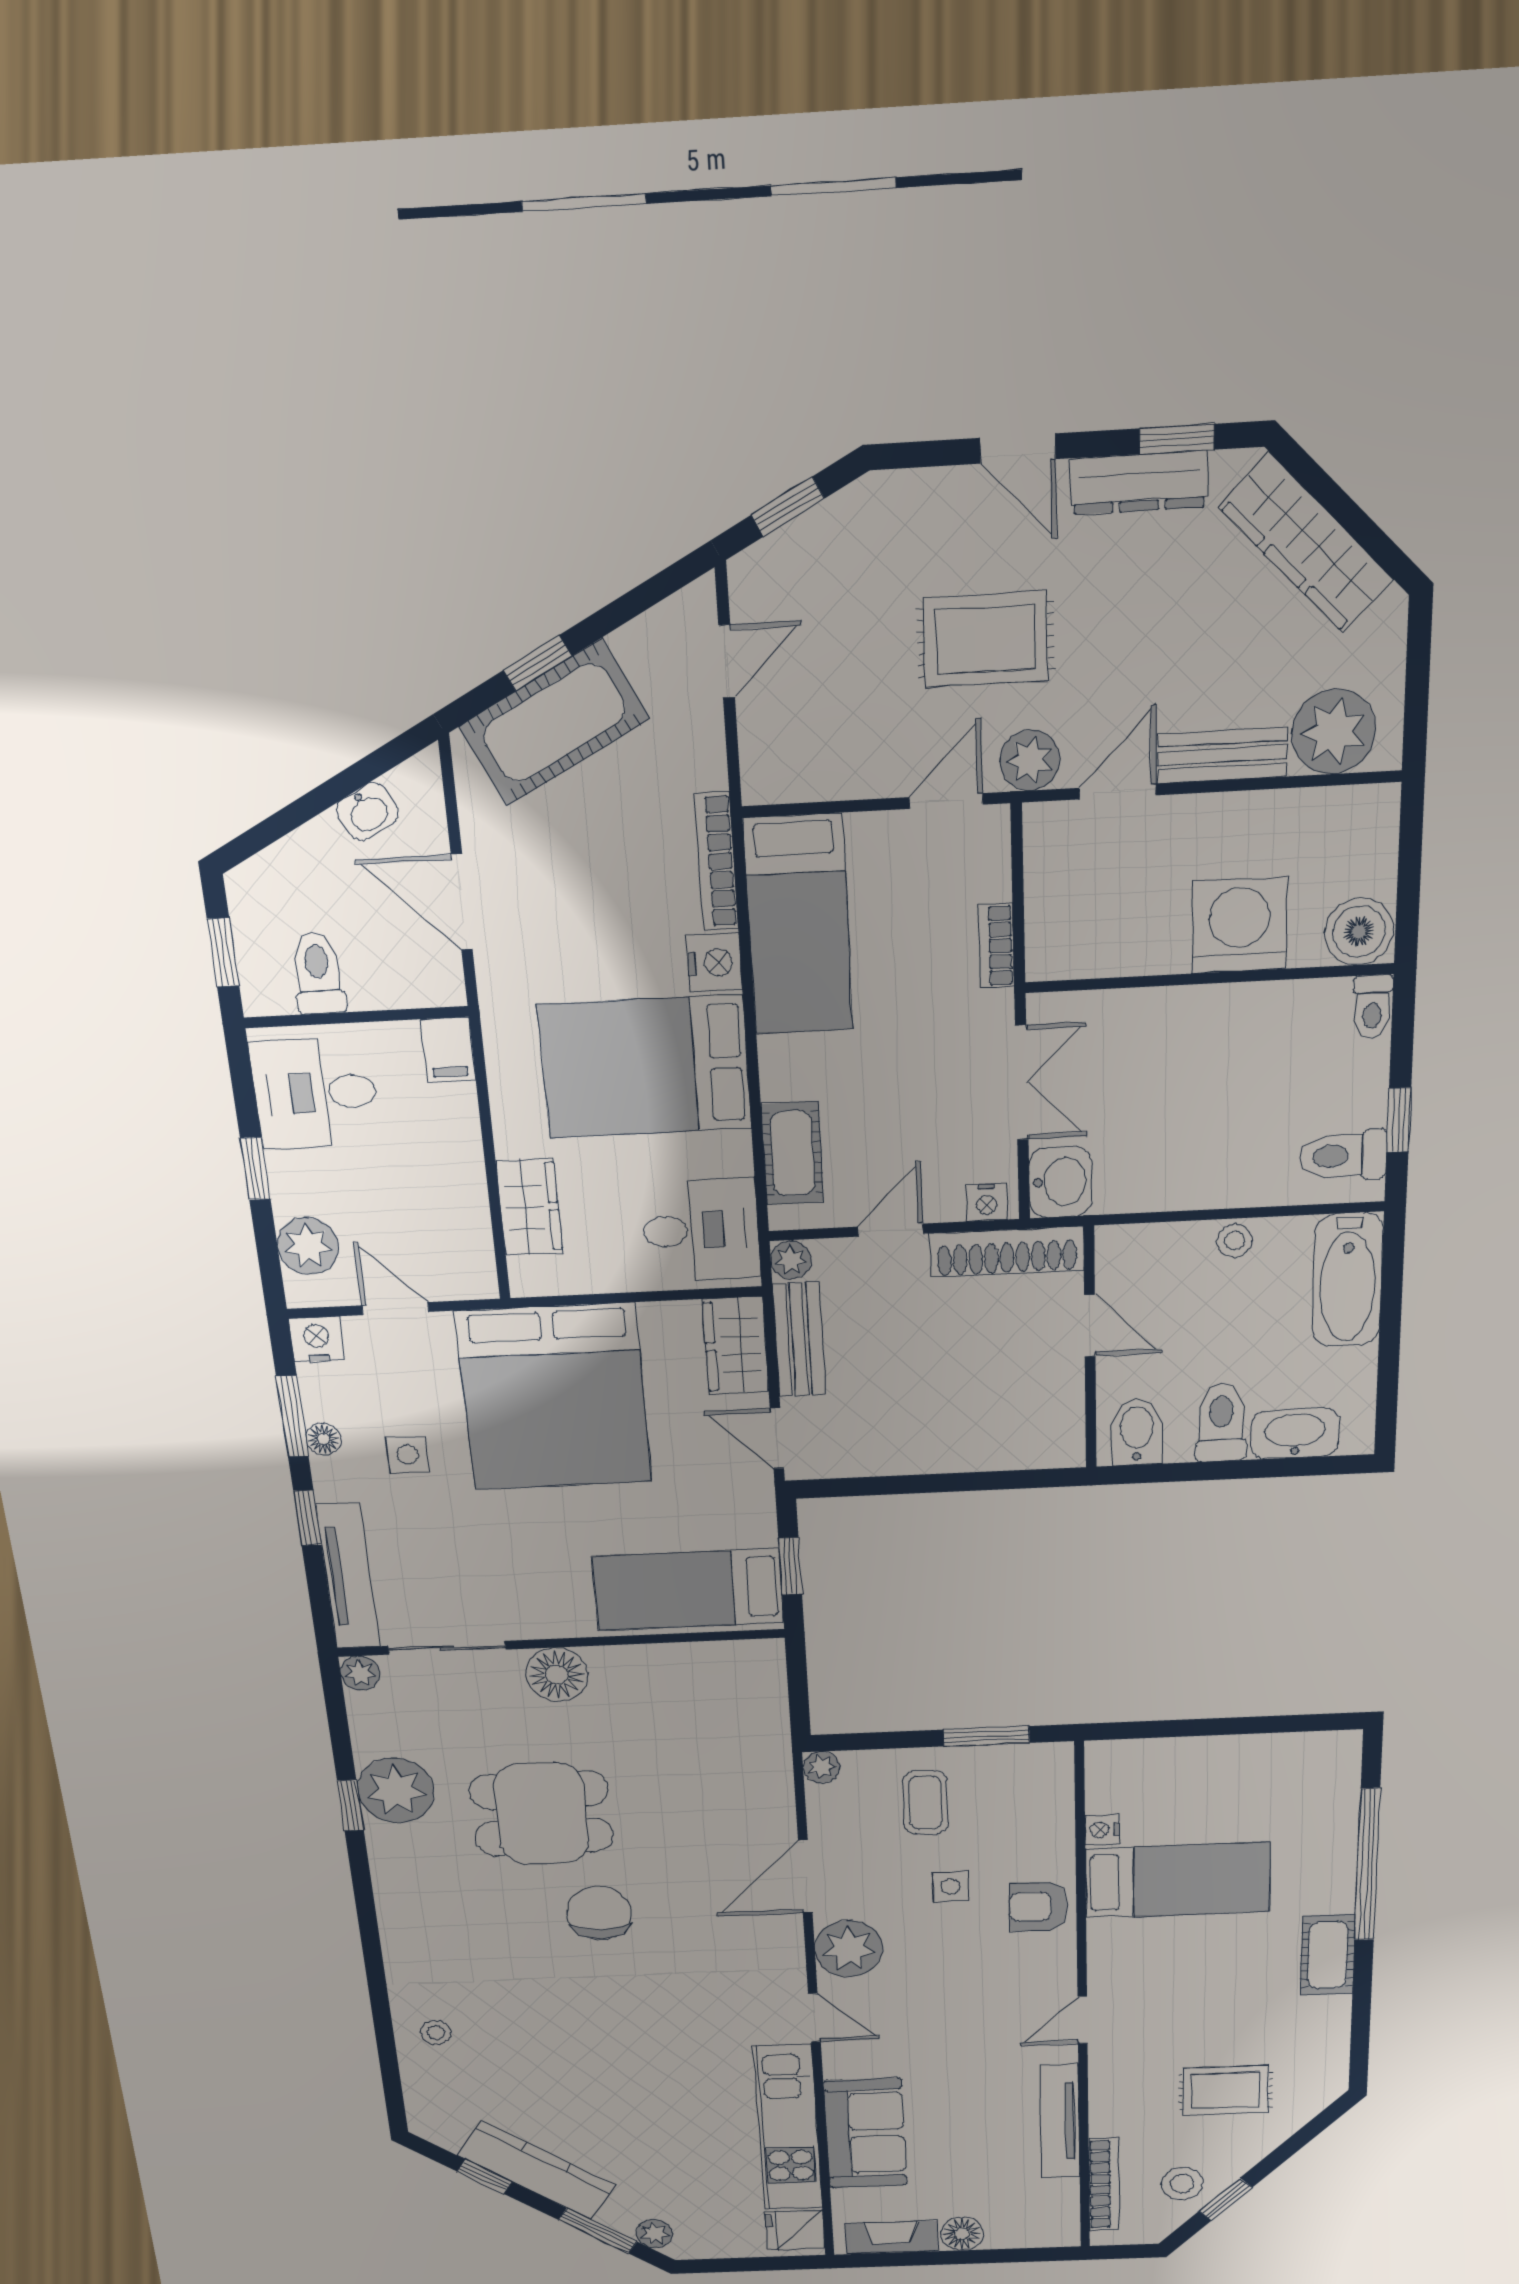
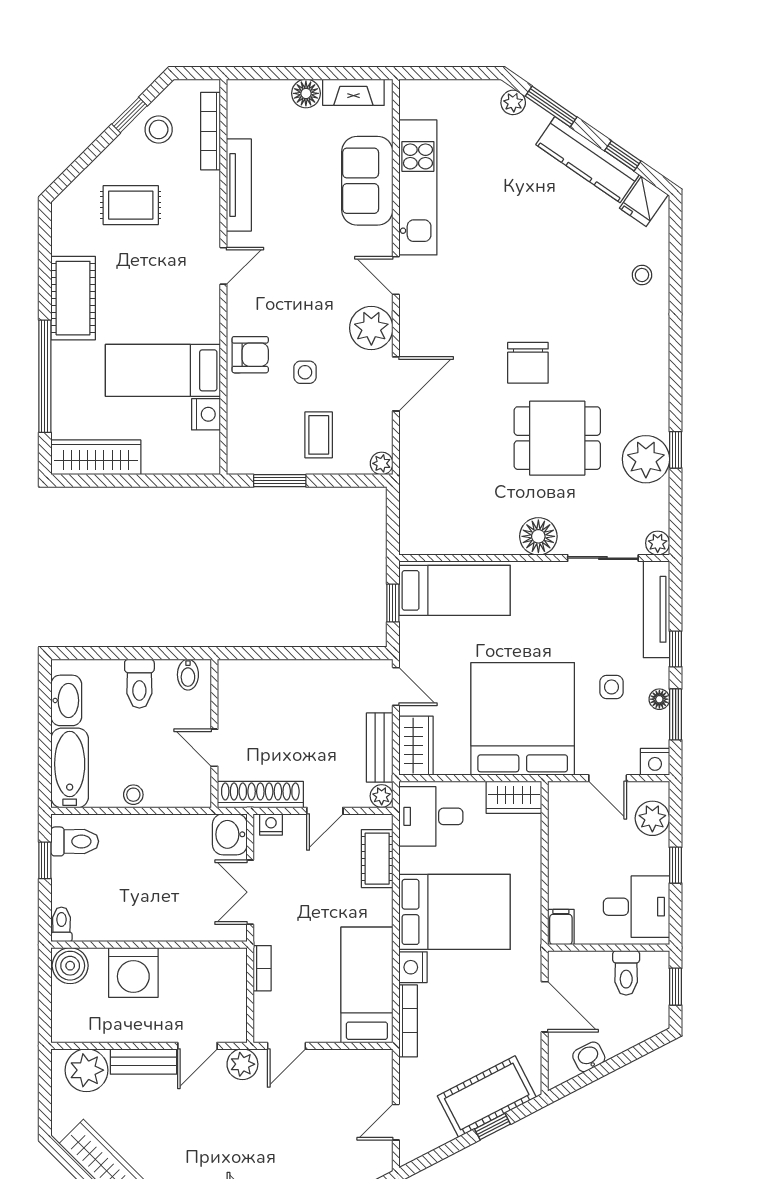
rug: (986, 639) -> (264, 1126), removed
wardrobe: (529, 1207) -> (514, 797), moved, turned -90
bidet: (1137, 1432) -> (188, 675), width x0.72, depth x0.74
washbasin: (1295, 1434) -> (66, 700), moved, turned -90
wardrobe: (1288, 1757) -> (96, 457), added
nightstand: (1102, 1830) -> (206, 414), width x1.39, depth x1.35
cot: (1328, 1955) -> (73, 298), width x1.37, depth x1.34
fridge: (795, 2230) -> (644, 201), moved, turned 125

